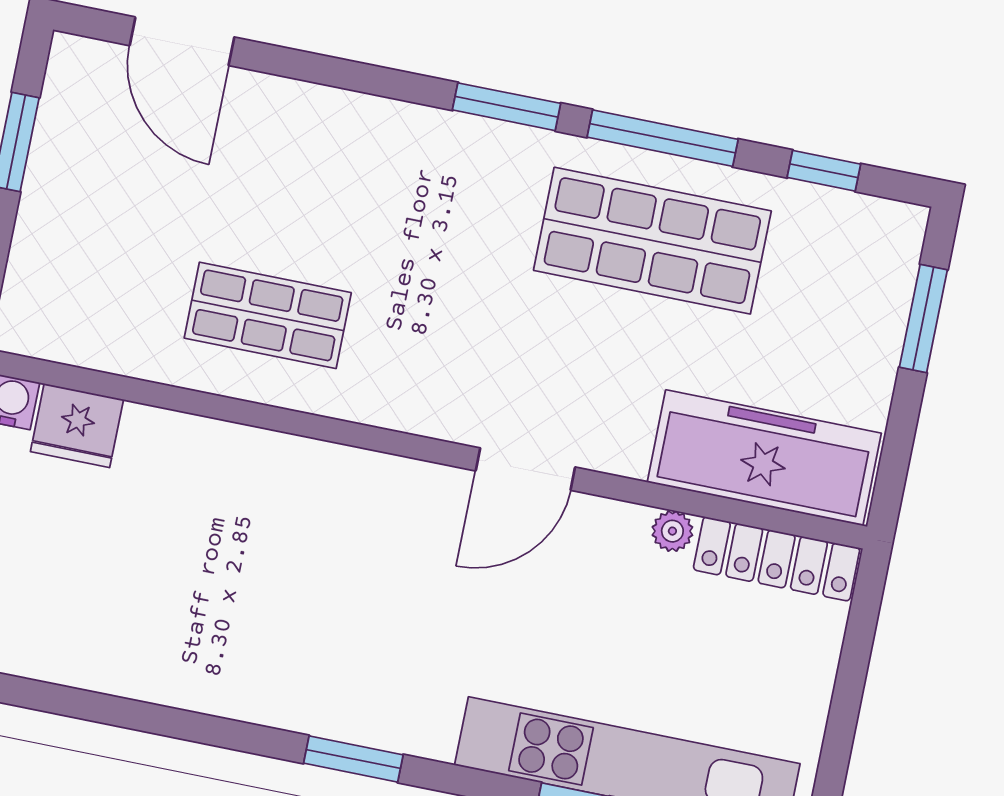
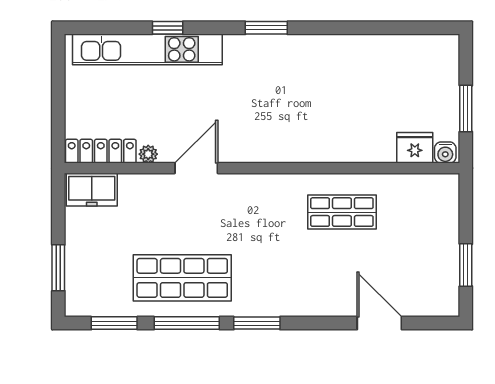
door: (182, 41) -> (379, 323), moved
window: (824, 171) -> (114, 323), width x1.50
freezer: (764, 458) -> (92, 190), width x0.52, depth x0.79
door: (525, 469) -> (196, 168), moved

